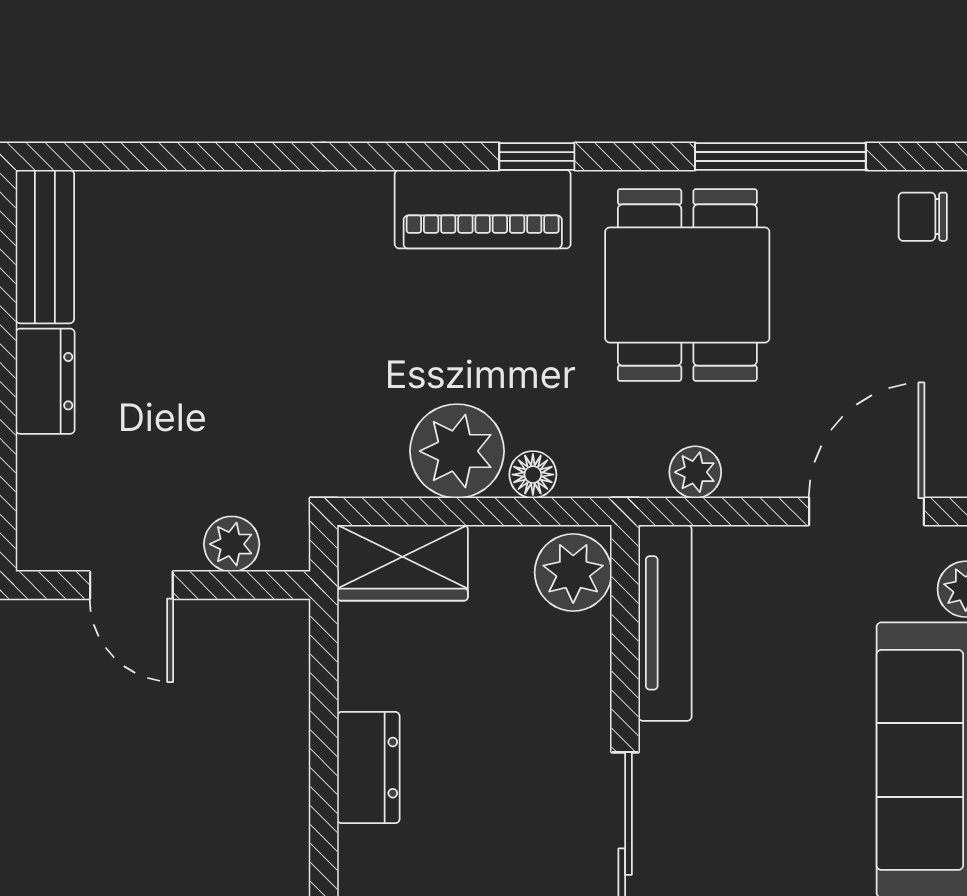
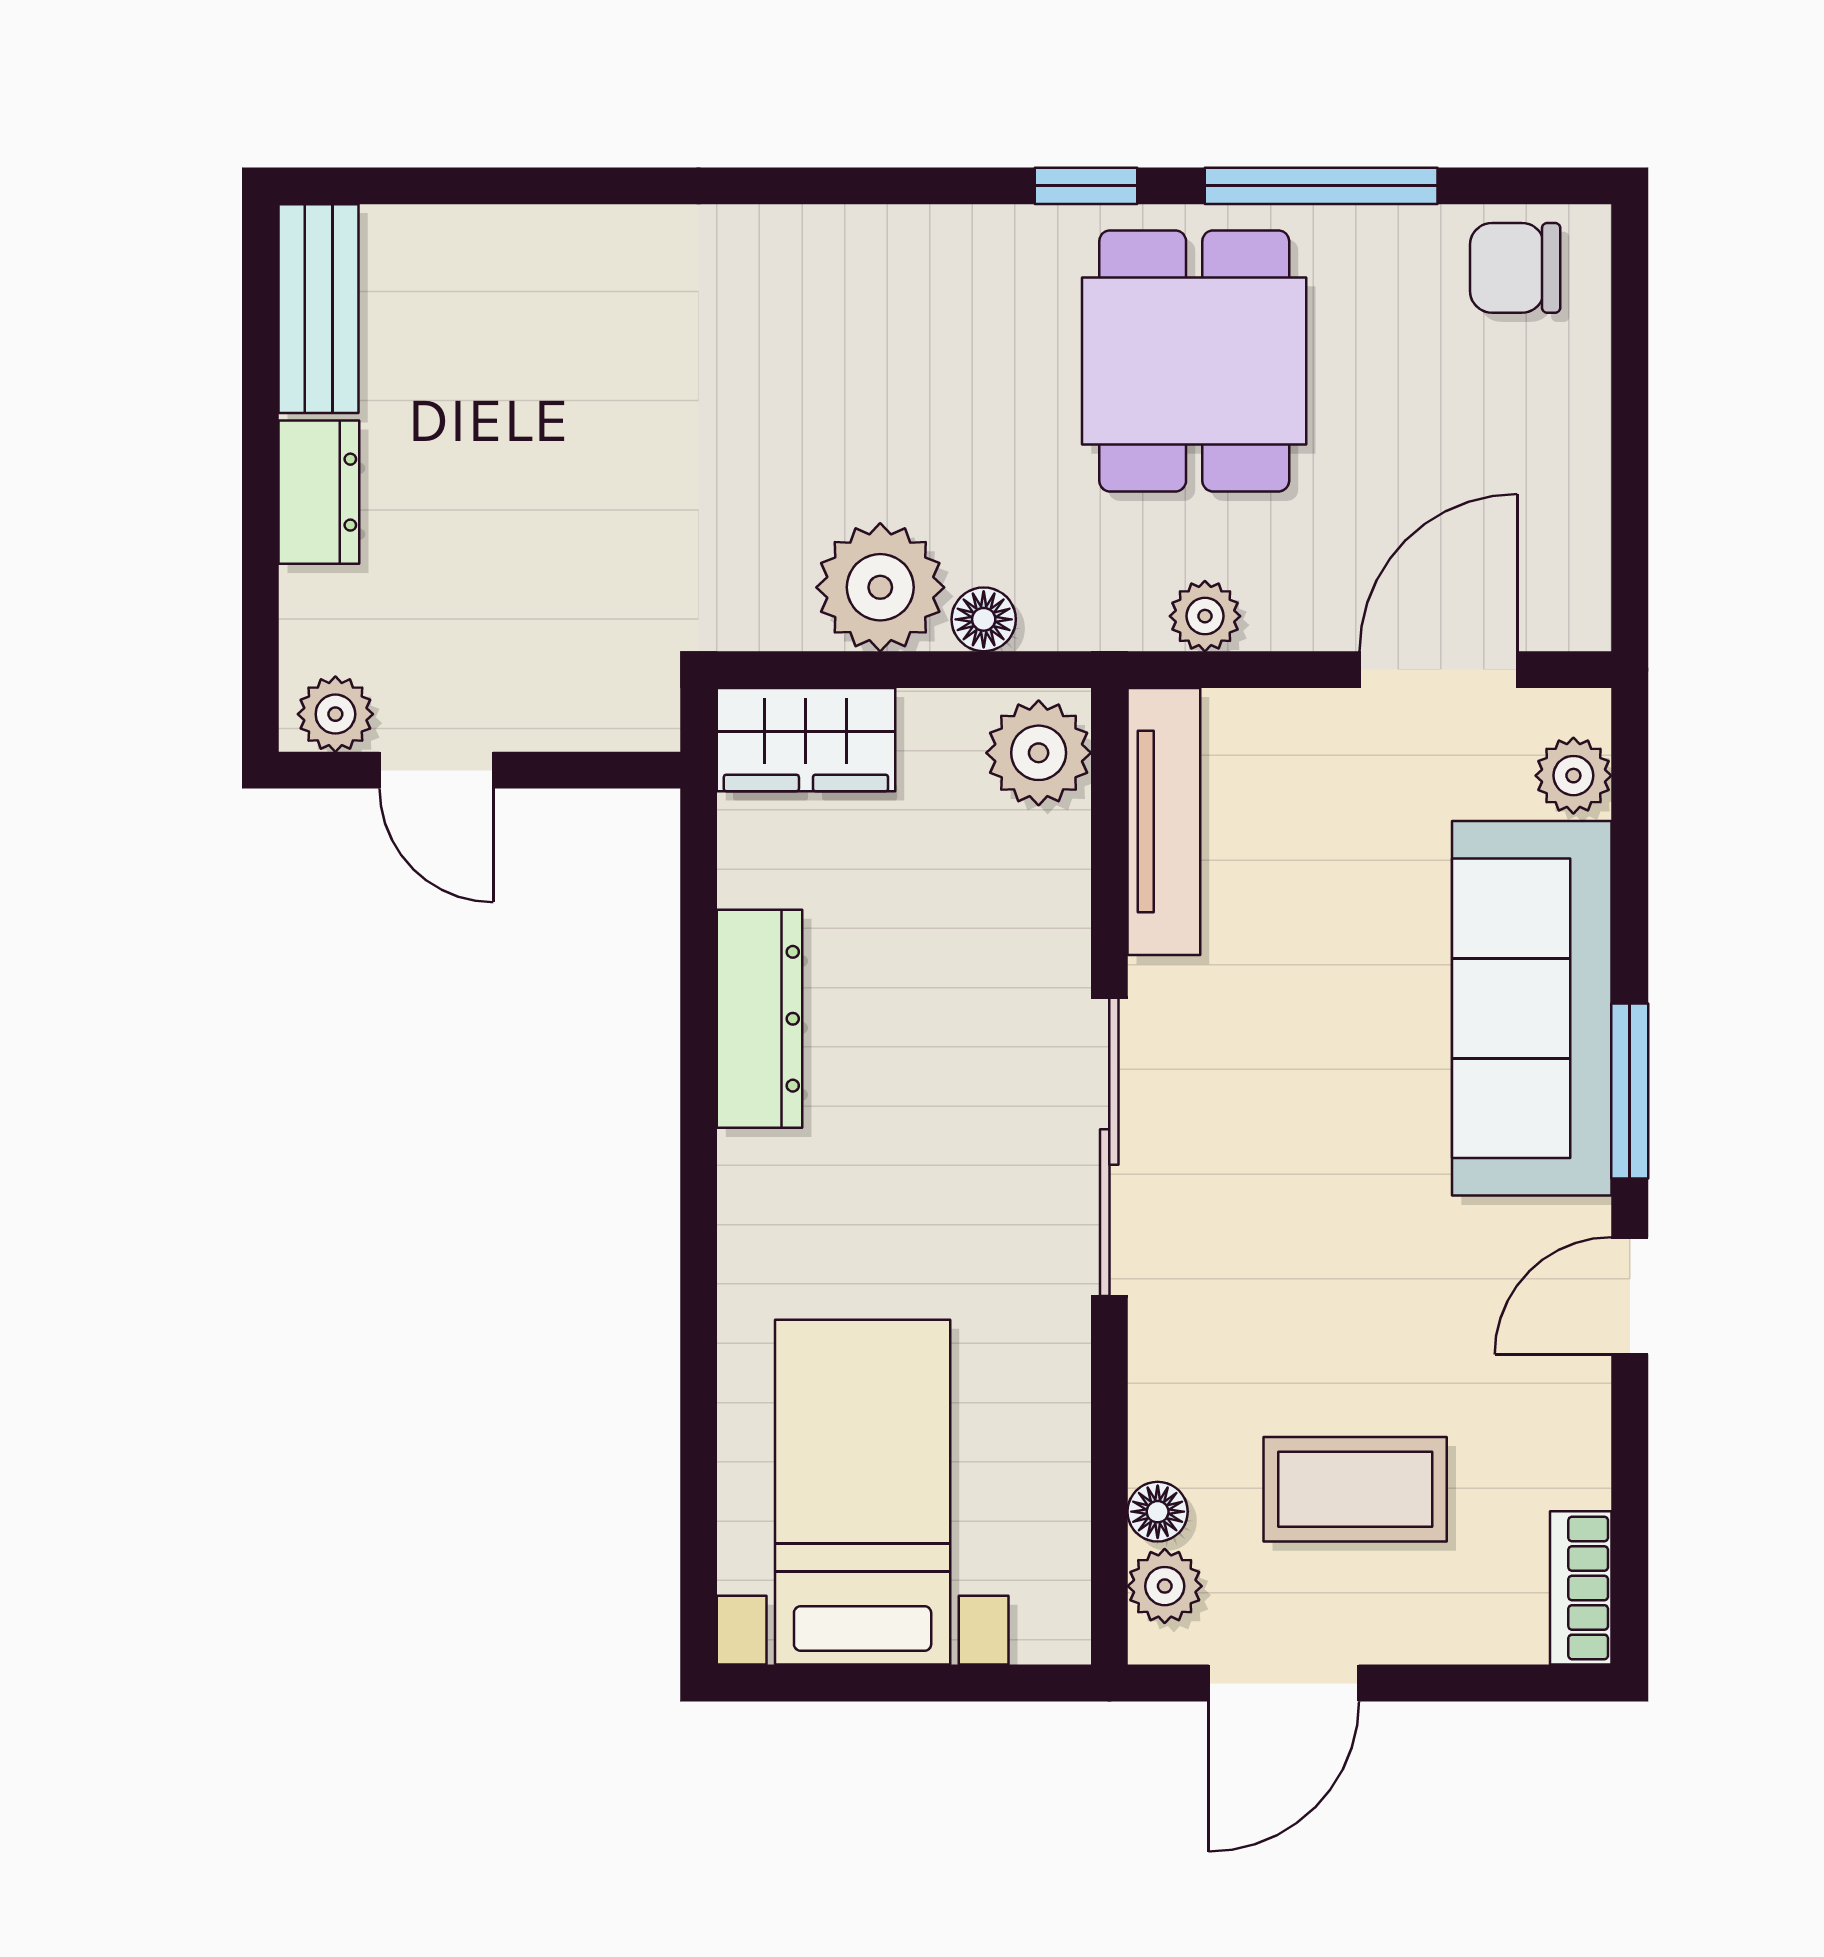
window: (537, 156) -> (1086, 186), moved
piano: (483, 209) -> (915, 258), removed
chair: (923, 217) -> (1515, 268), width x1.37, depth x1.37
plant: (232, 544) -> (335, 714), moved
dresser: (368, 768) -> (759, 1019), width x1.44

